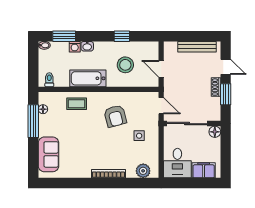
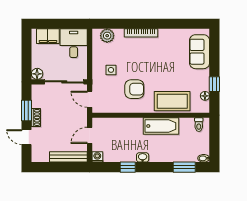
washbasin: (87, 46) -> (143, 157), moved
washing machine: (75, 47) -> (97, 157), moved
bench: (197, 47) -> (68, 157), moved
stool: (125, 65) -> (124, 139), removed
door: (161, 69) -> (90, 135), swing flipped
coffee table: (77, 104) -> (172, 101), width x1.86, depth x1.72
armchair: (115, 116) -> (134, 89), turned 105
window: (33, 121) -> (214, 84), width x0.46

